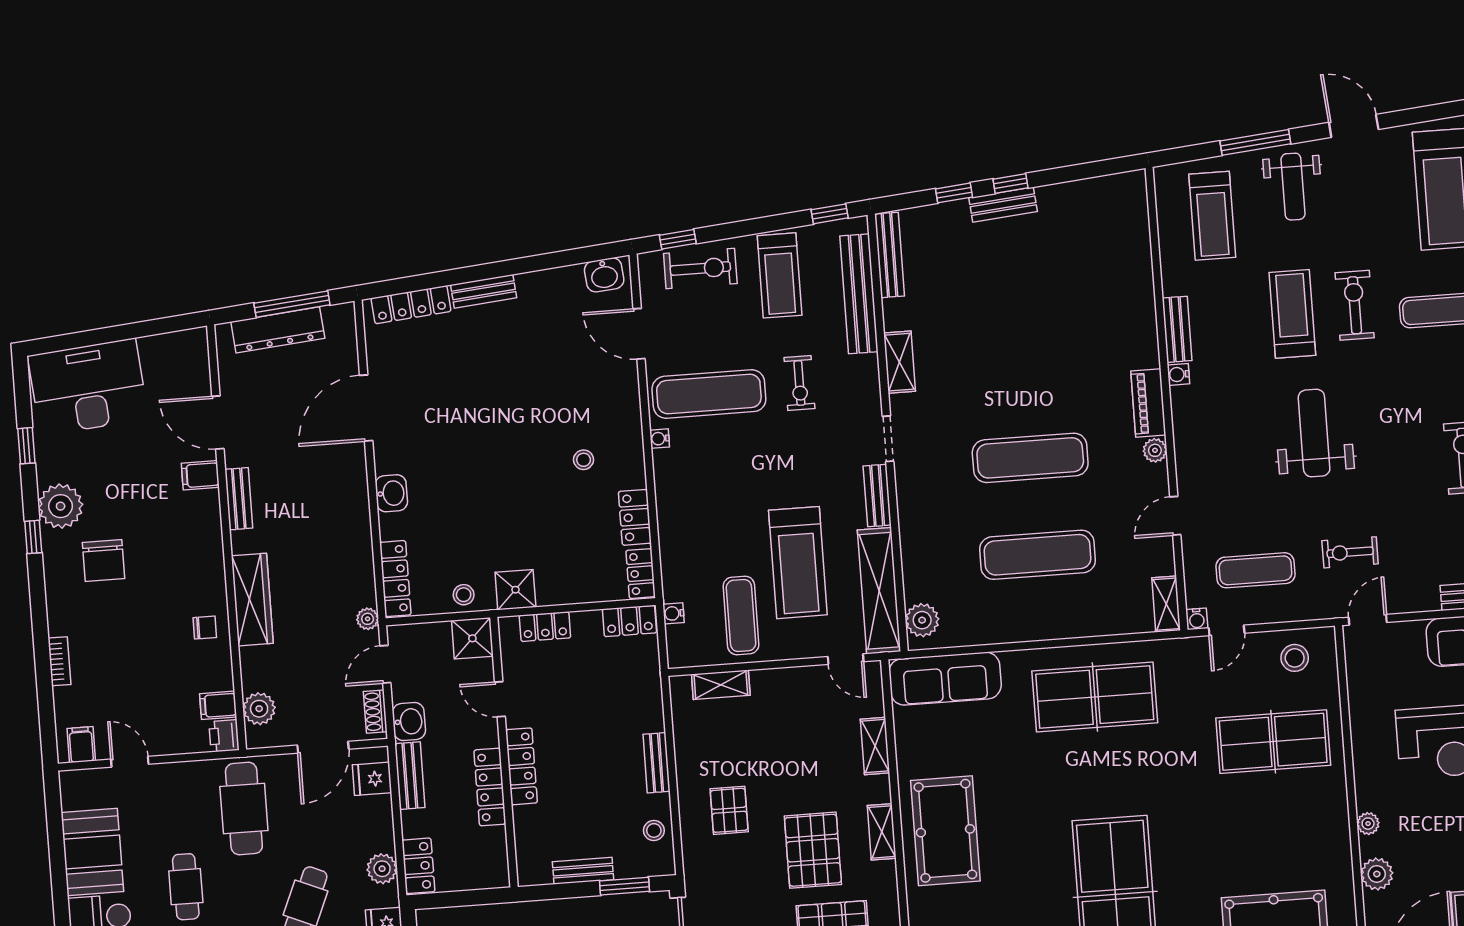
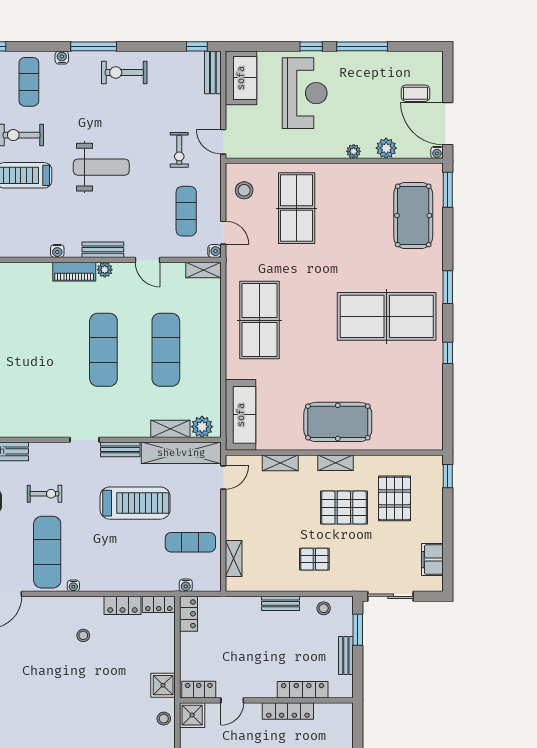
bench: (1177, 329) -> (103, 250), moved
shelving: (899, 362) -> (170, 429), moved
weight bench: (1314, 433) -> (101, 167), turned 180
treadmill: (798, 563) -> (135, 503), moved
locker: (545, 627) -> (199, 690), moved, turned -90
locker: (522, 766) -> (303, 690), moved

